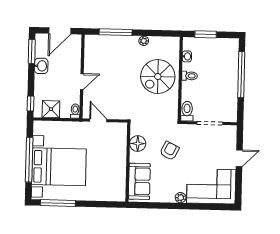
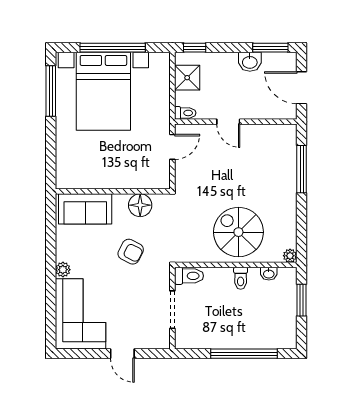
plant: (144, 41) -> (290, 256), moved

